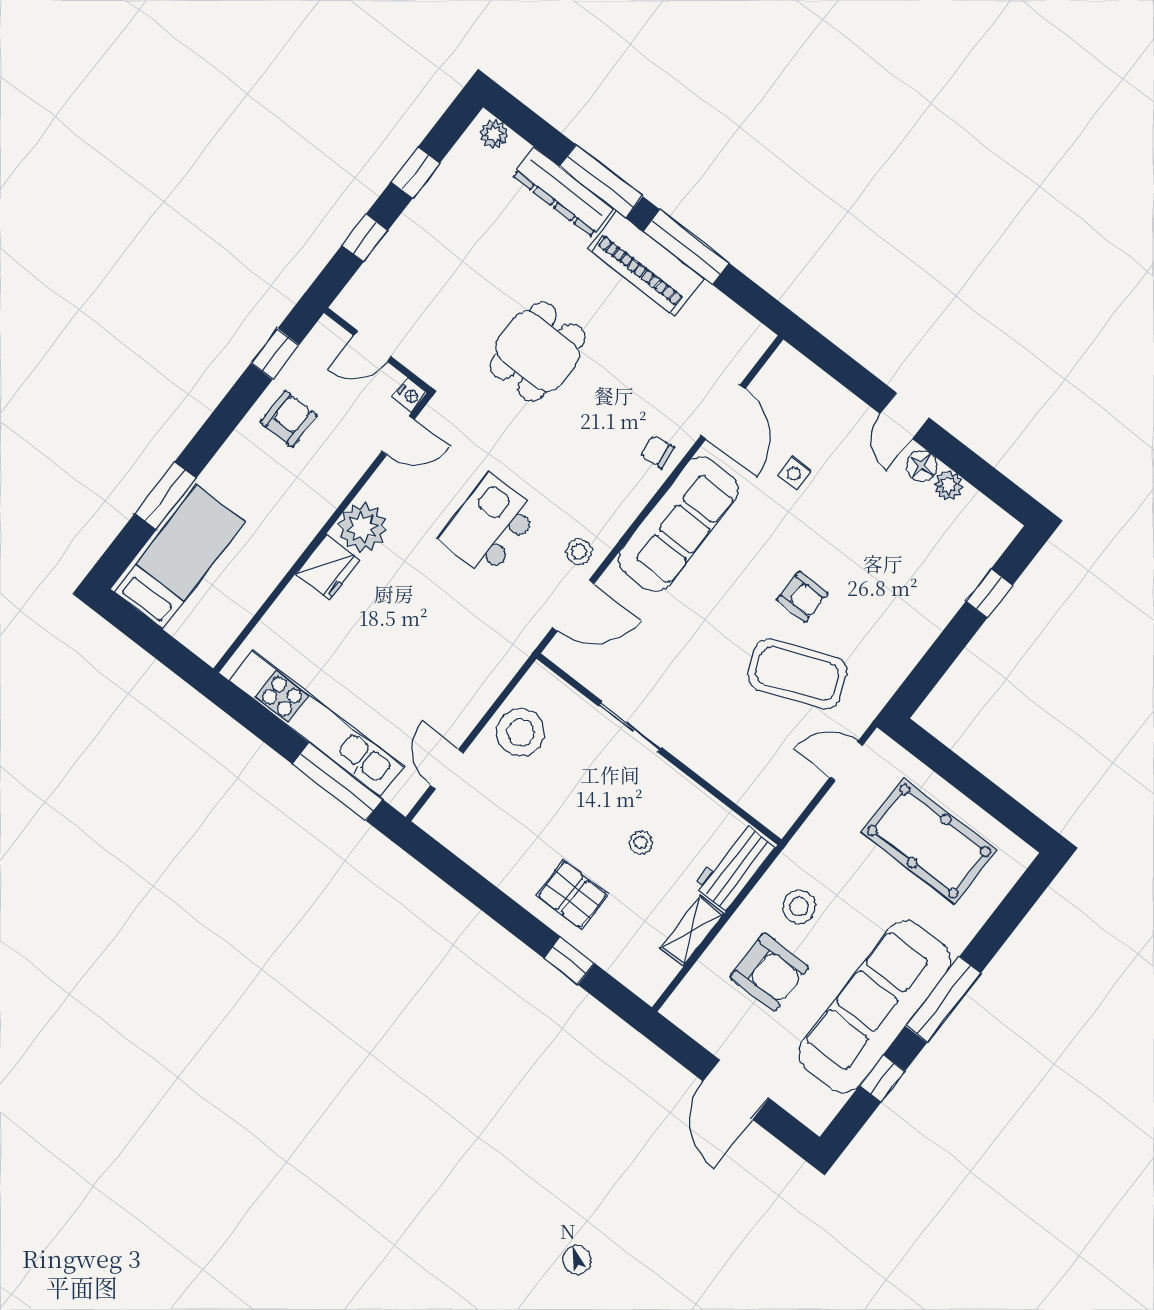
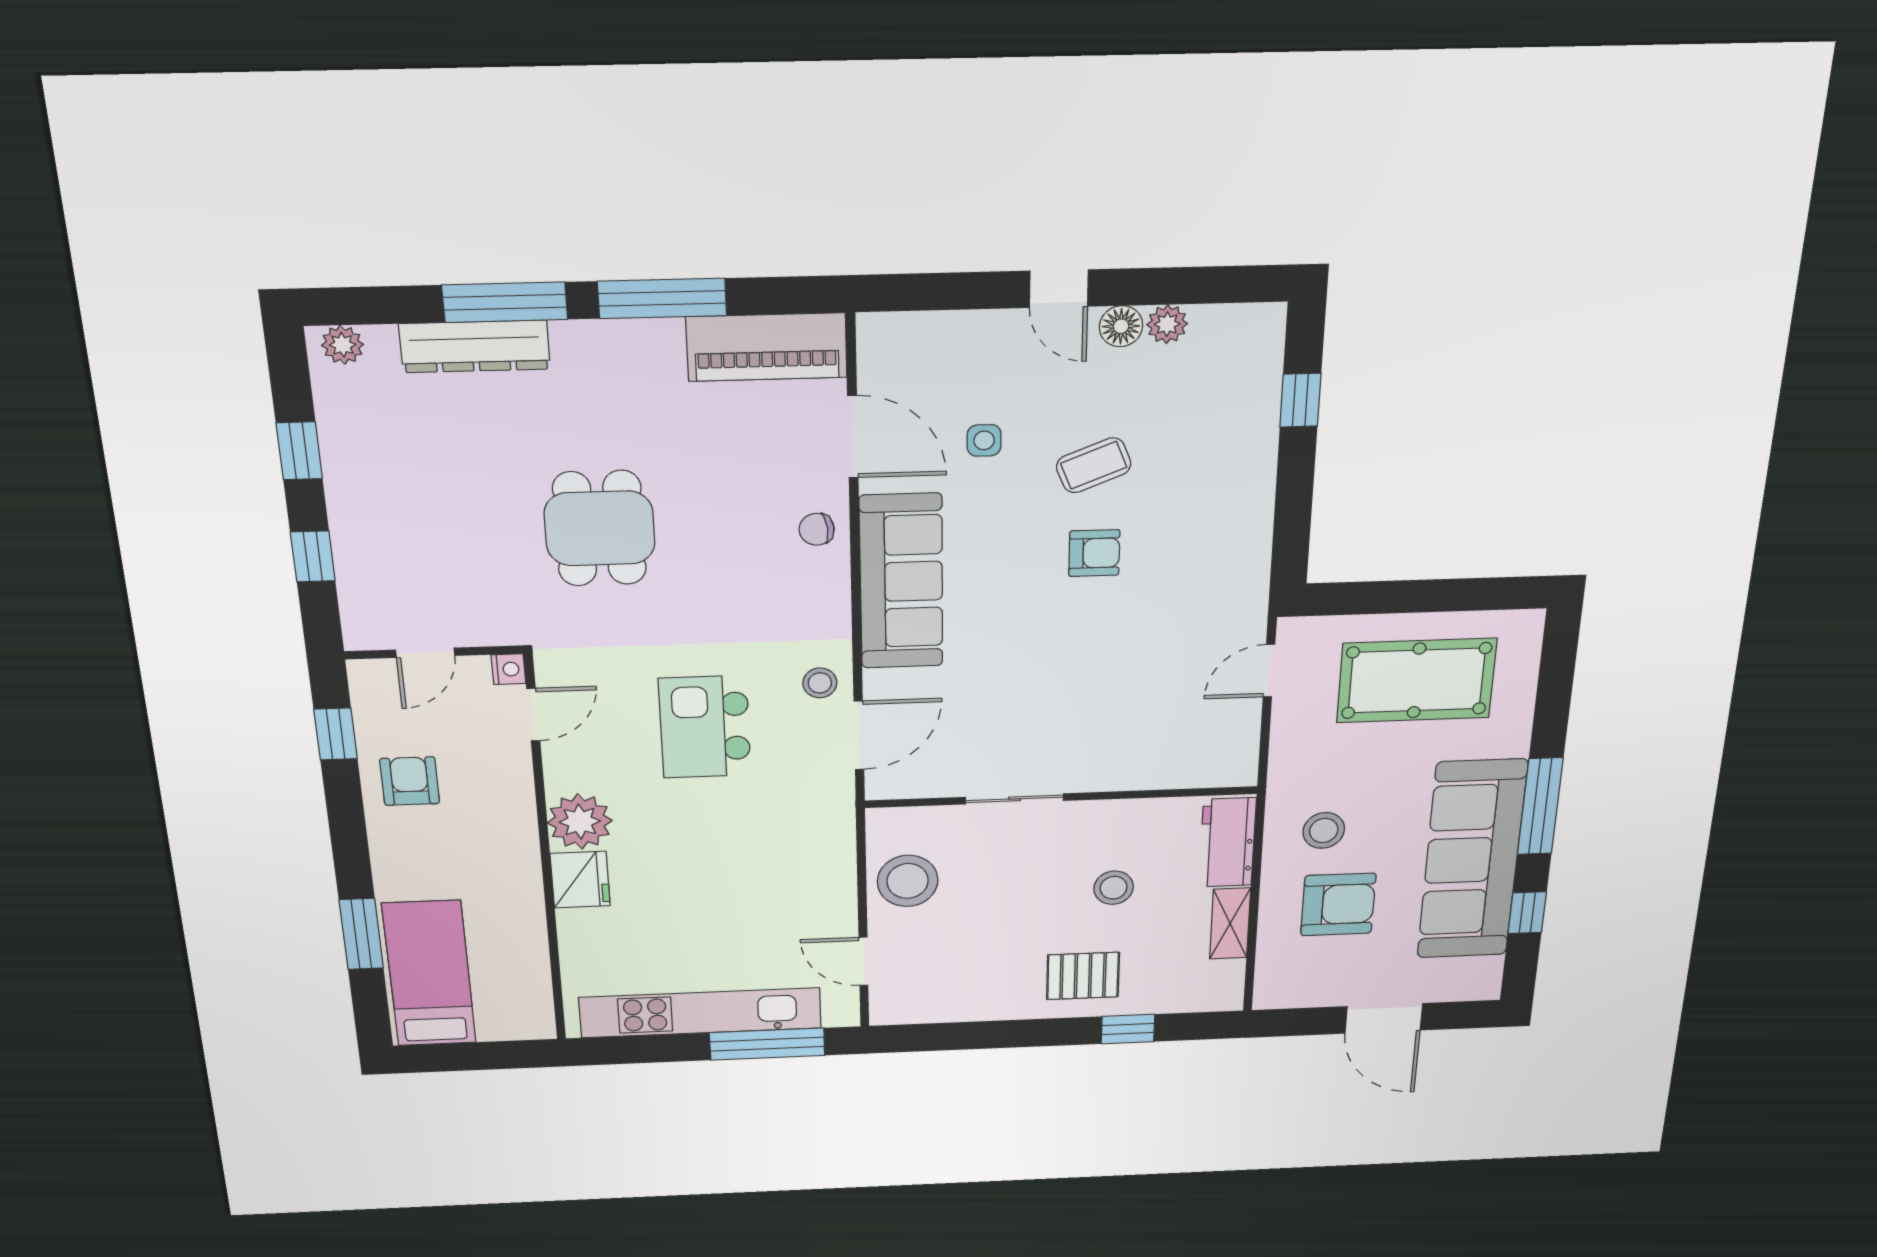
piano: (646, 264) -> (767, 347), moved
coffee table: (797, 674) -> (1094, 465), moved, width x0.54, depth x0.58
stool: (641, 843) -> (1114, 888), width x1.37, depth x1.37

